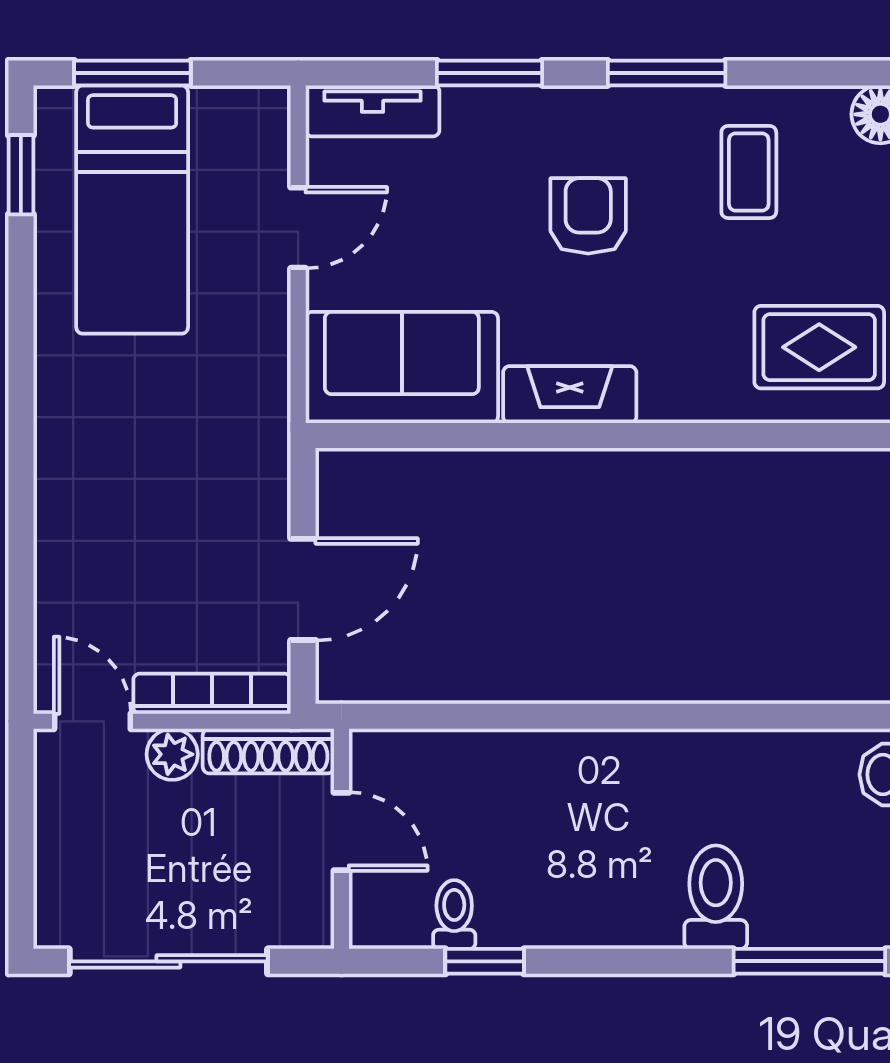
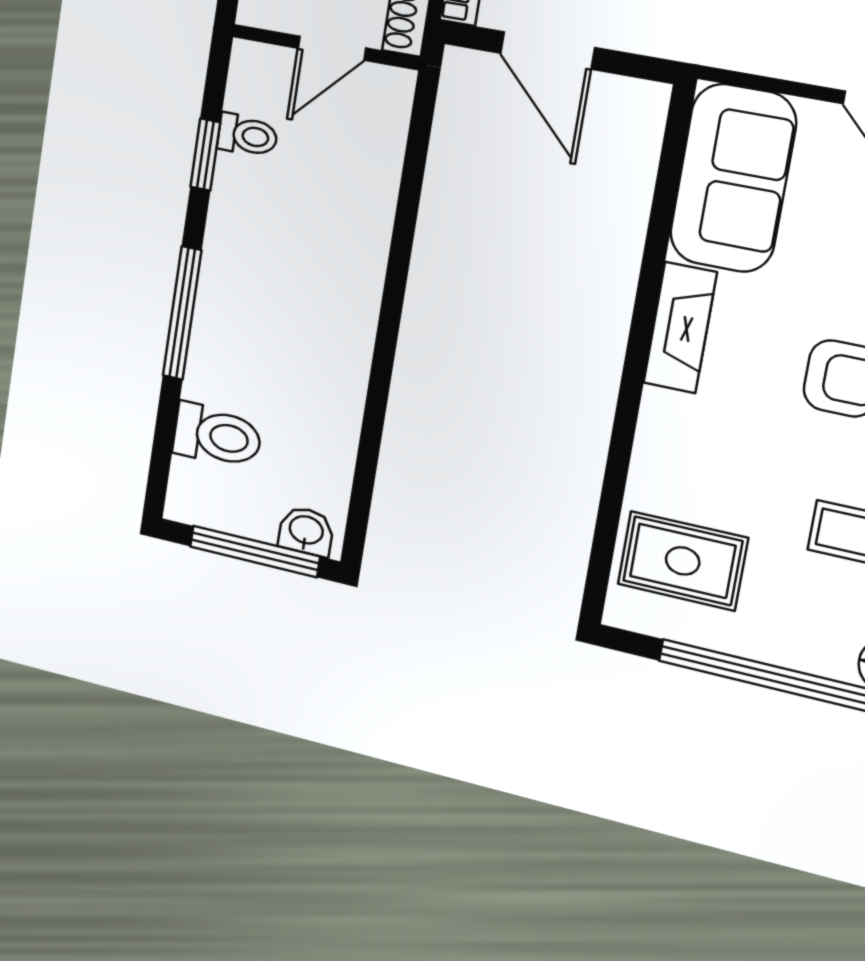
rug: (819, 347) -> (683, 561), turned 90
toilet: (716, 897) -> (217, 436), moved
window: (809, 961) -> (182, 313), moved

